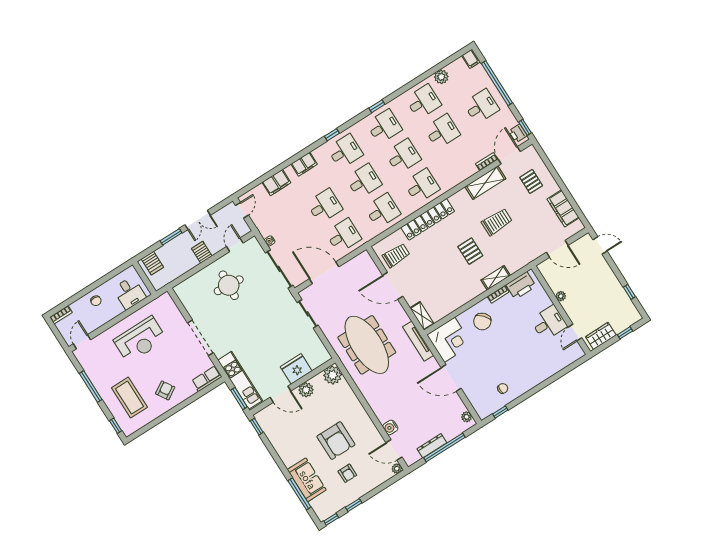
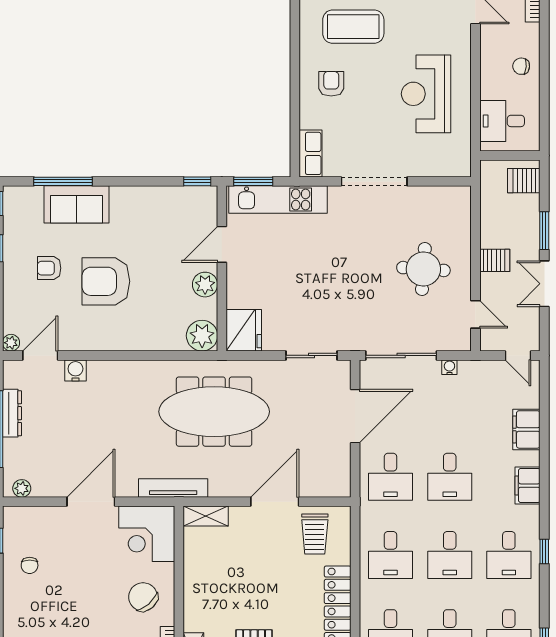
fridge: (296, 369) -> (244, 330), moved
armchair: (165, 390) -> (331, 84), turned -148

